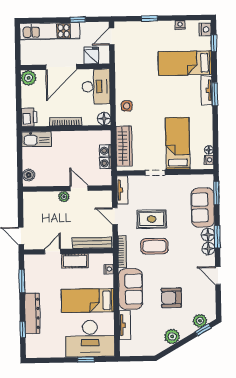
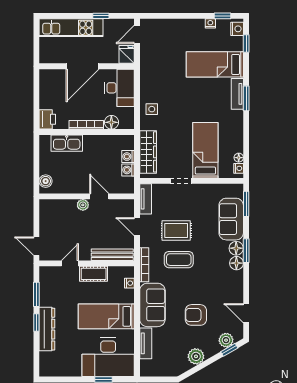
window: (149, 18) -> (222, 16), moved
fridge: (91, 55) -> (127, 54), moved
plant: (28, 78) -> (47, 77), removed
floor lamp: (104, 119) -> (111, 122), moved
kitchen sink: (37, 139) -> (67, 143), moved
door: (218, 276) -> (246, 313), moved
window: (23, 329) -> (36, 323), moved

